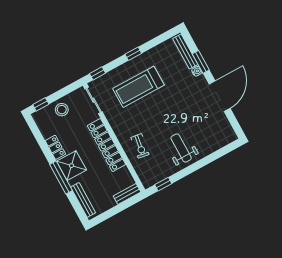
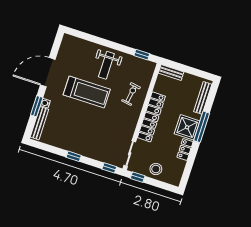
treadmill: (139, 87) -> (87, 92), moved
window: (41, 104) -> (138, 177), moved

